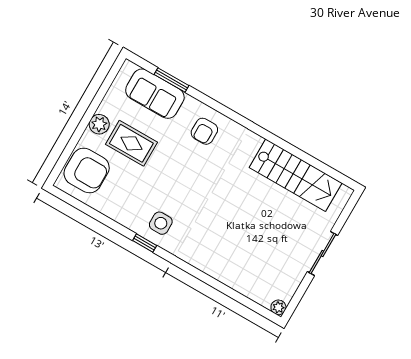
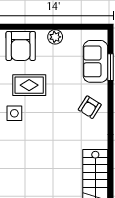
armchair: (204, 131) -> (90, 107), turned -58
rug: (131, 143) -> (29, 85), moved, turned 90

